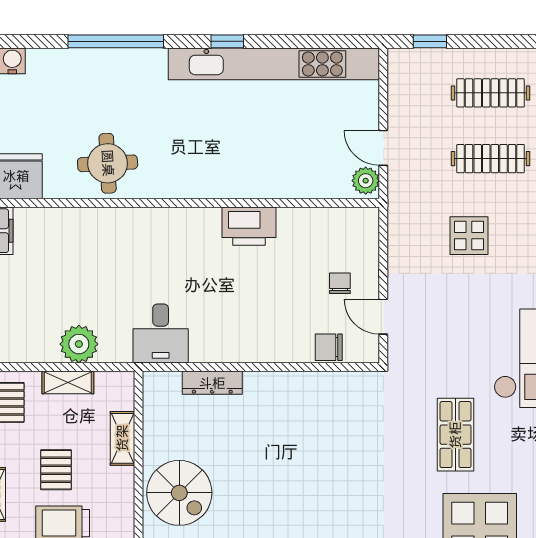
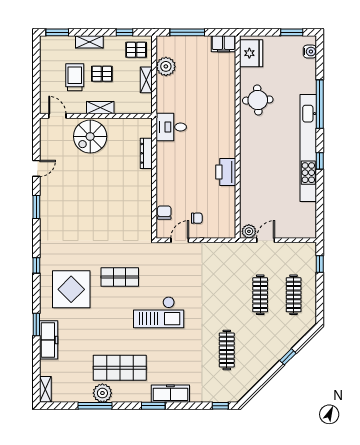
kitchen unit: (274, 64) -> (308, 148), moved
display table: (469, 236) -> (221, 284), removed
plant: (79, 344) -> (166, 66), moved
shelving: (122, 438) -> (100, 108), moved

